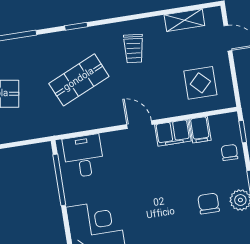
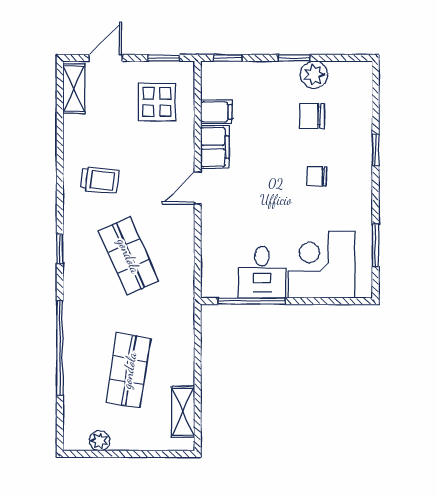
shelving: (184, 20) -> (74, 89), moved
window: (235, 83) -> (164, 58), added
chair: (230, 153) -> (317, 176), moved
desk: (83, 156) -> (262, 272), moved, turned -90

